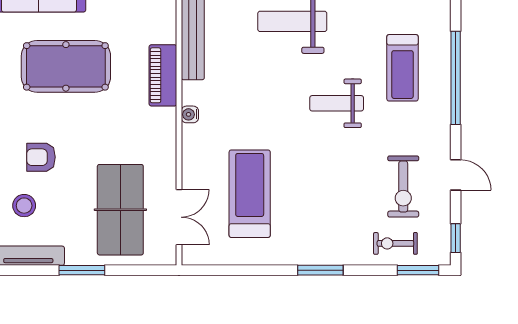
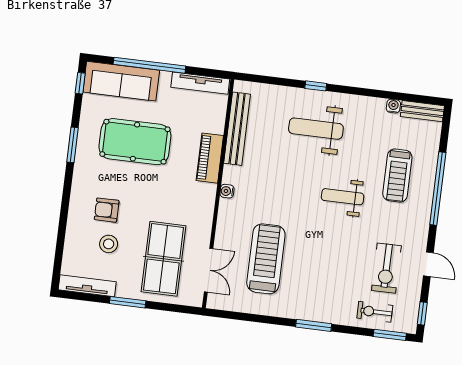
stool: (24, 206) -> (109, 244), moved

